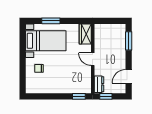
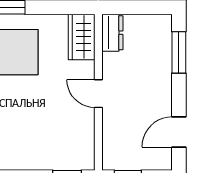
dresser: (99, 84) -> (112, 33), moved

